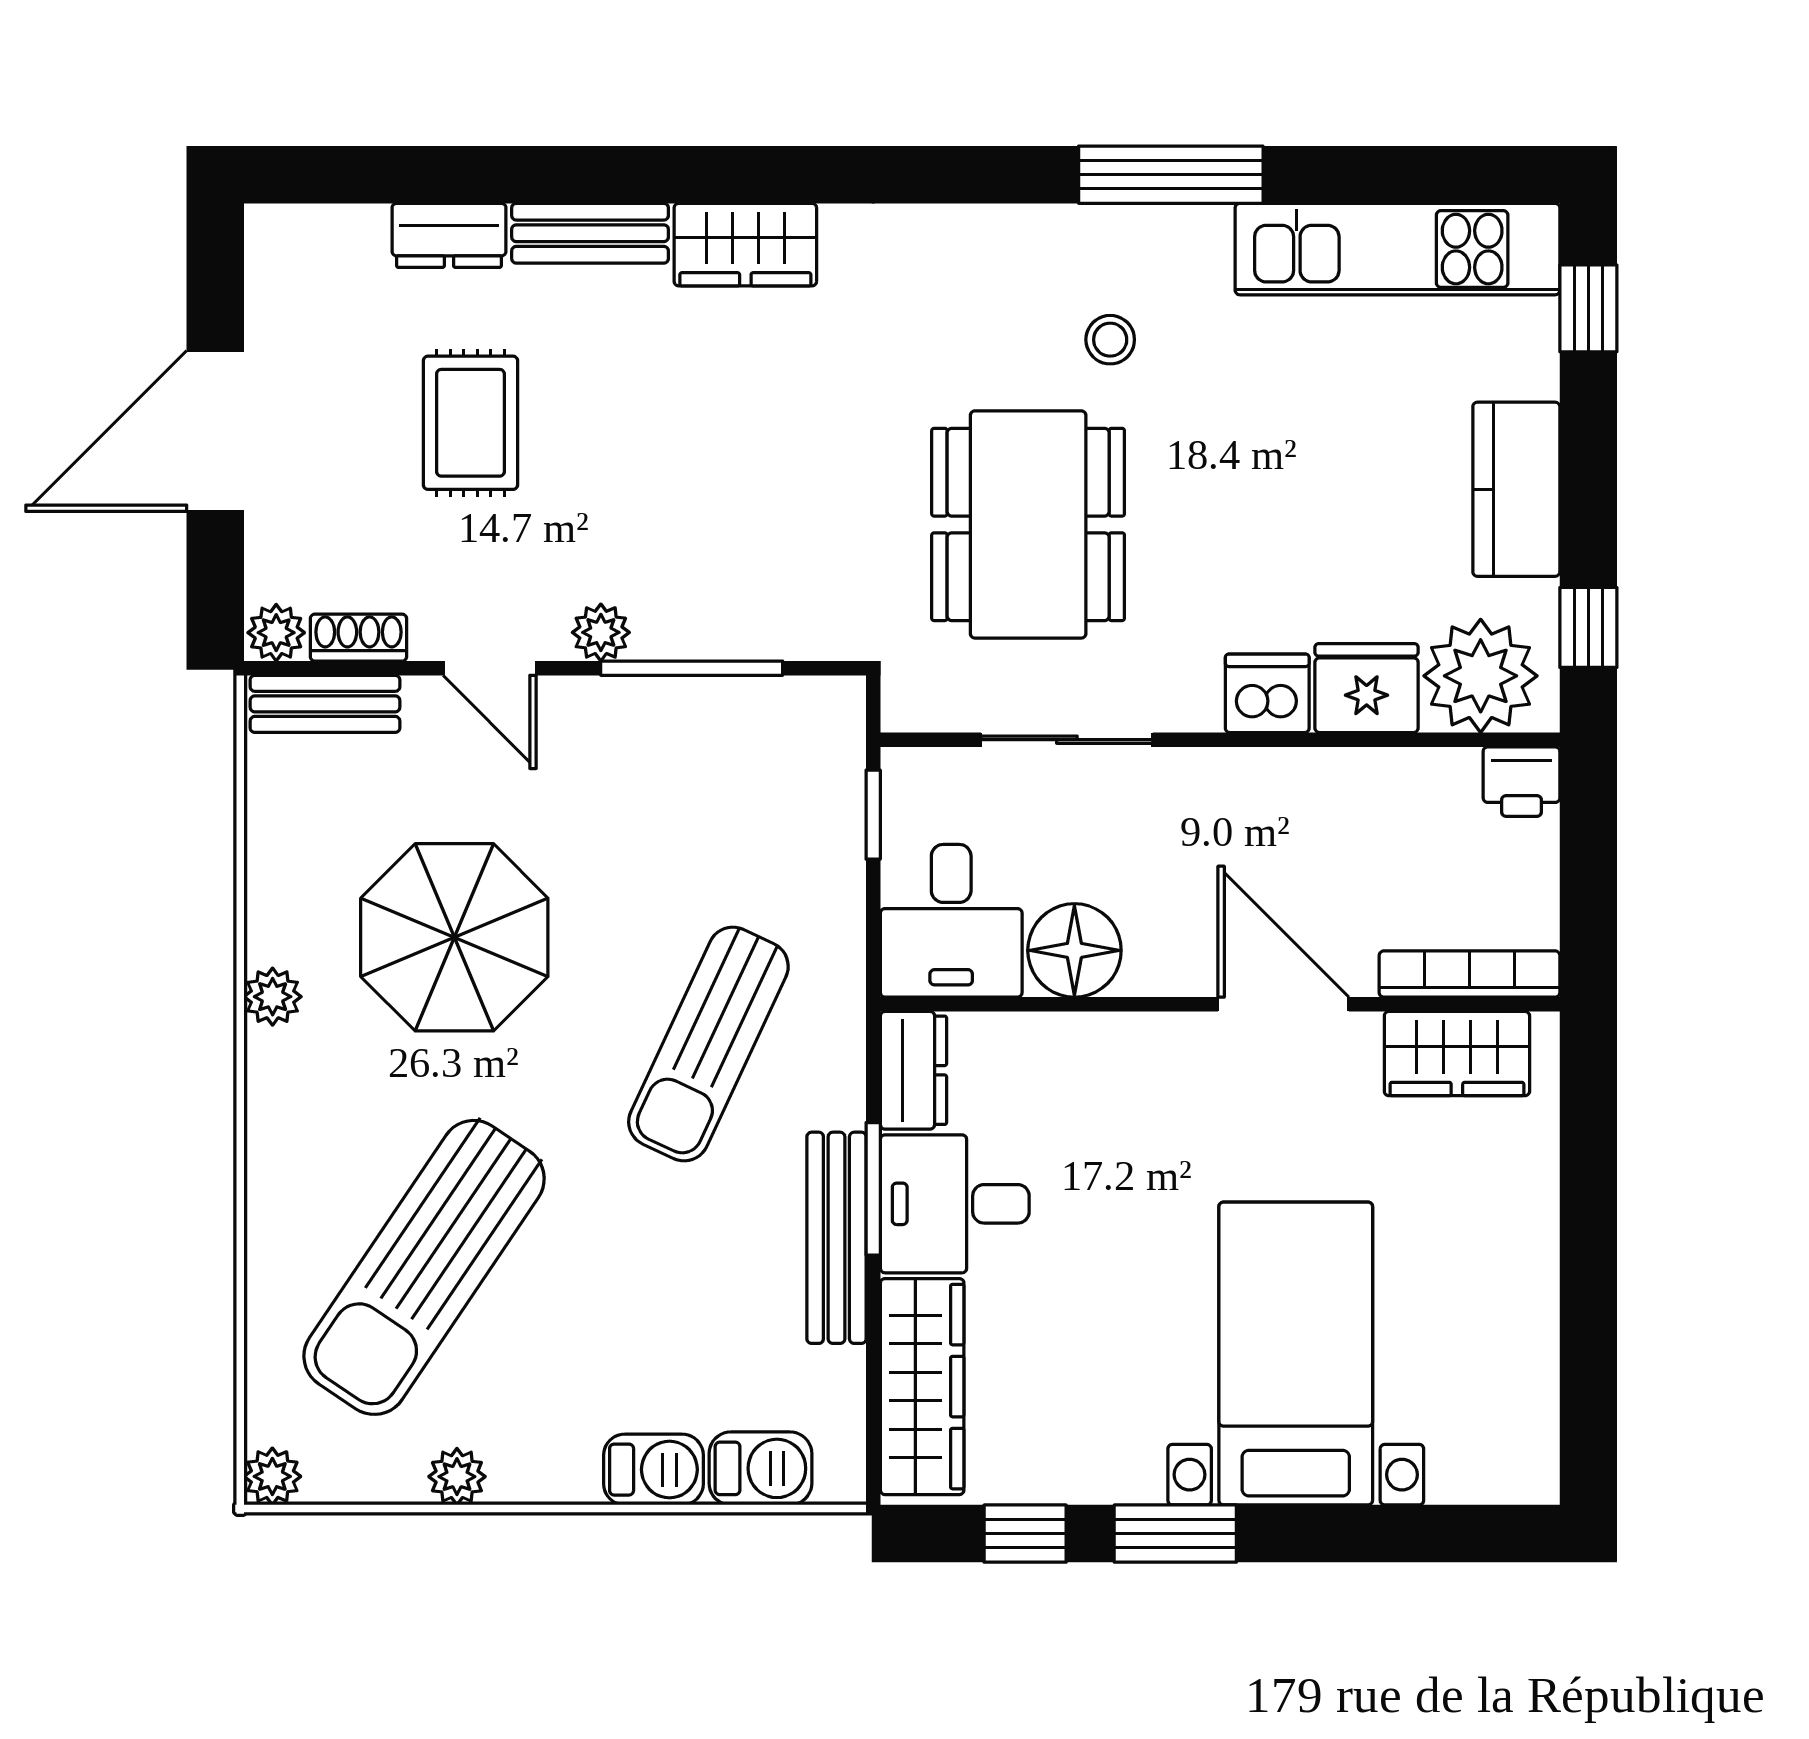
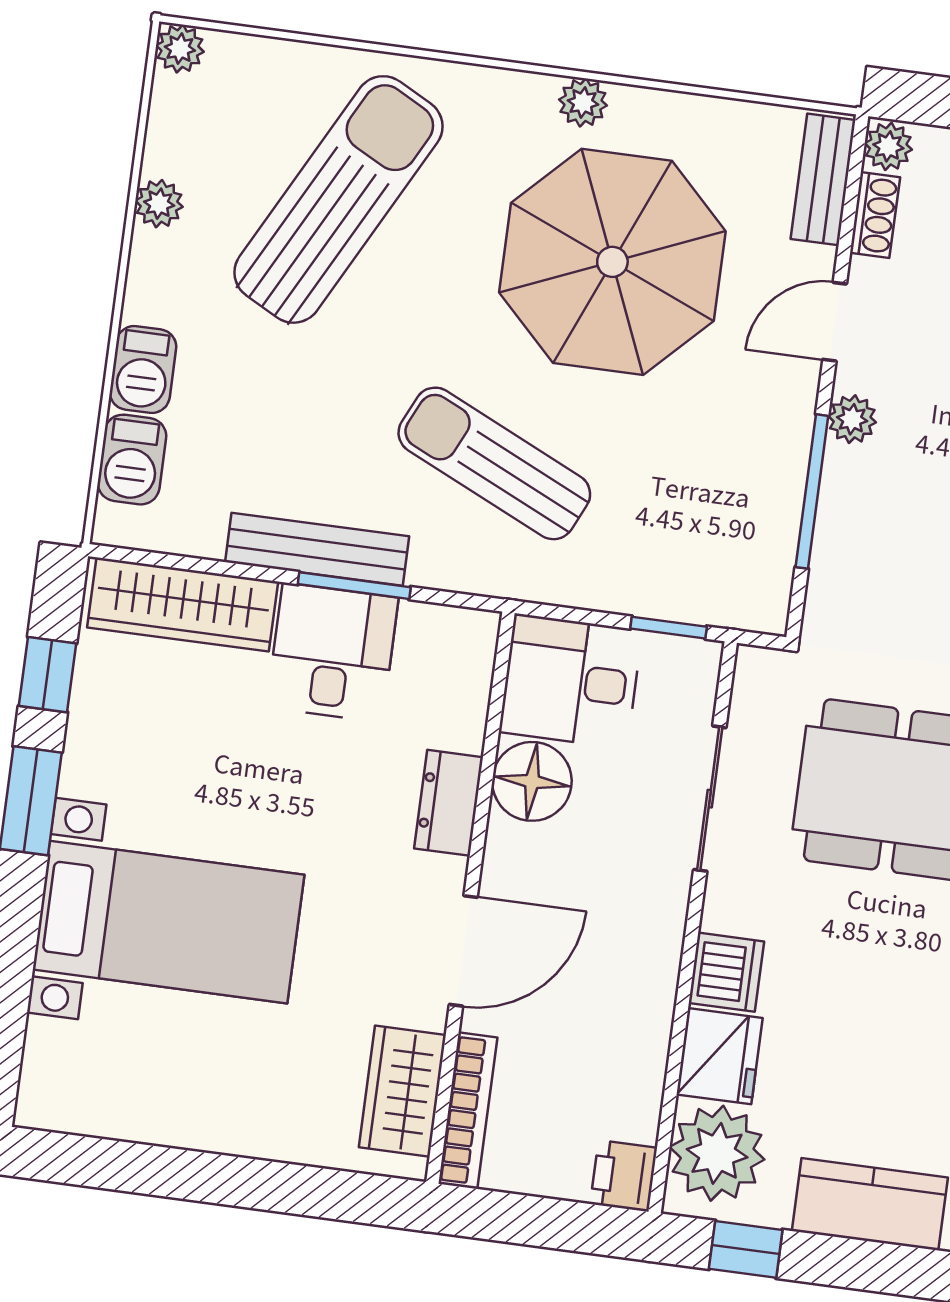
parasol: (454, 937) -> (612, 262), width x1.36, depth x1.36
dresser: (913, 1070) -> (449, 803), moved, turned 90
sun lounger: (424, 1267) -> (338, 199), turned 84

